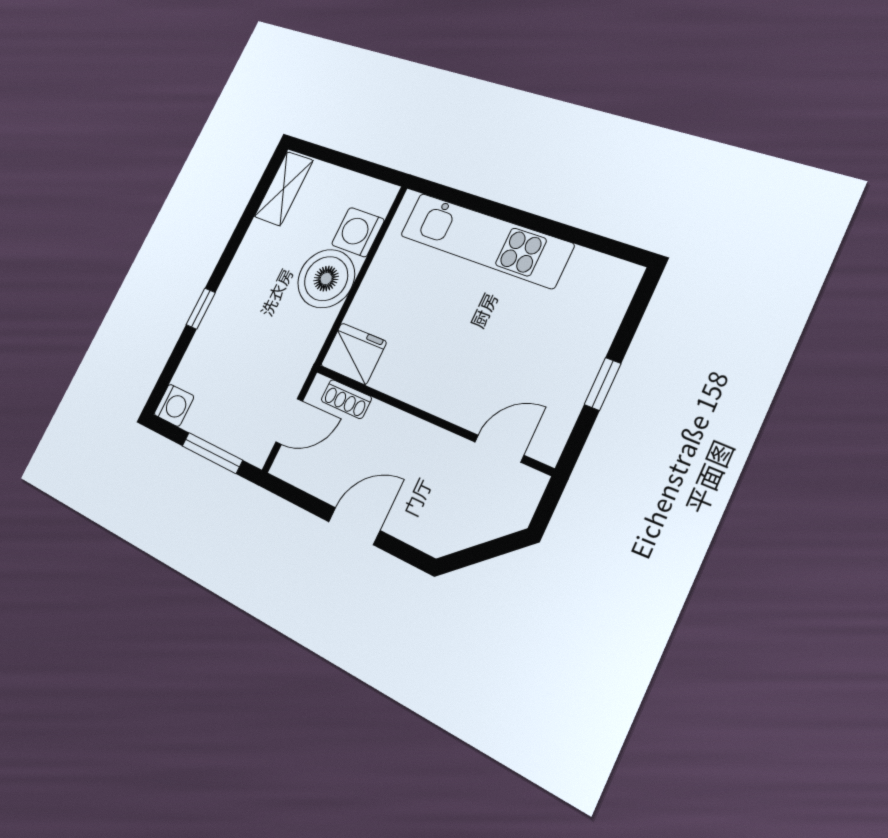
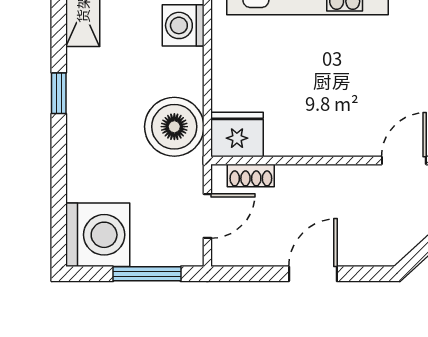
boiler: (326, 279) -> (174, 127), moved
window: (201, 309) -> (59, 93), moved
washing machine: (174, 405) -> (98, 235), width x1.89, depth x1.89

